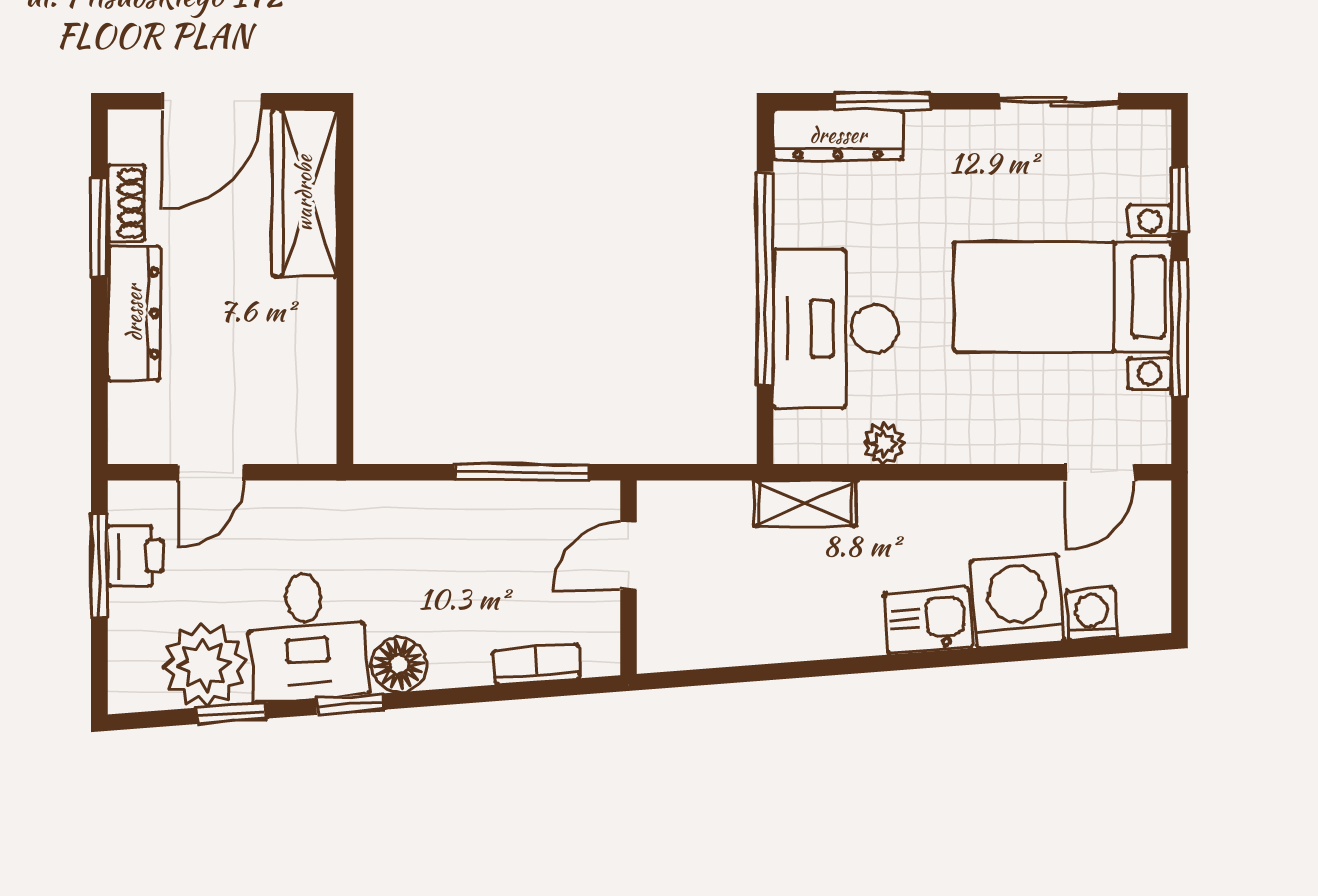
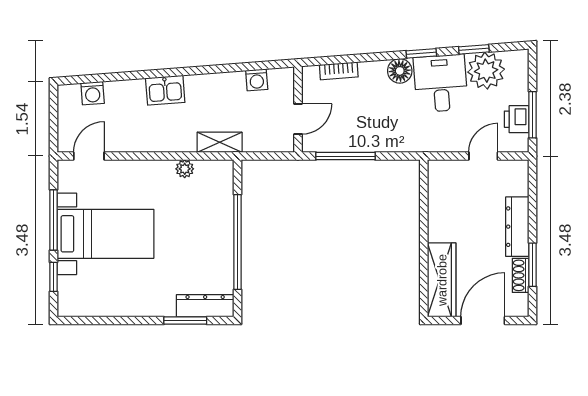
sliding door: (1059, 101) -> (107, 321), removed
desk: (836, 329) -> (206, 220), removed
washing machine: (1017, 601) -> (257, 80), moved, width x0.53, depth x0.53

